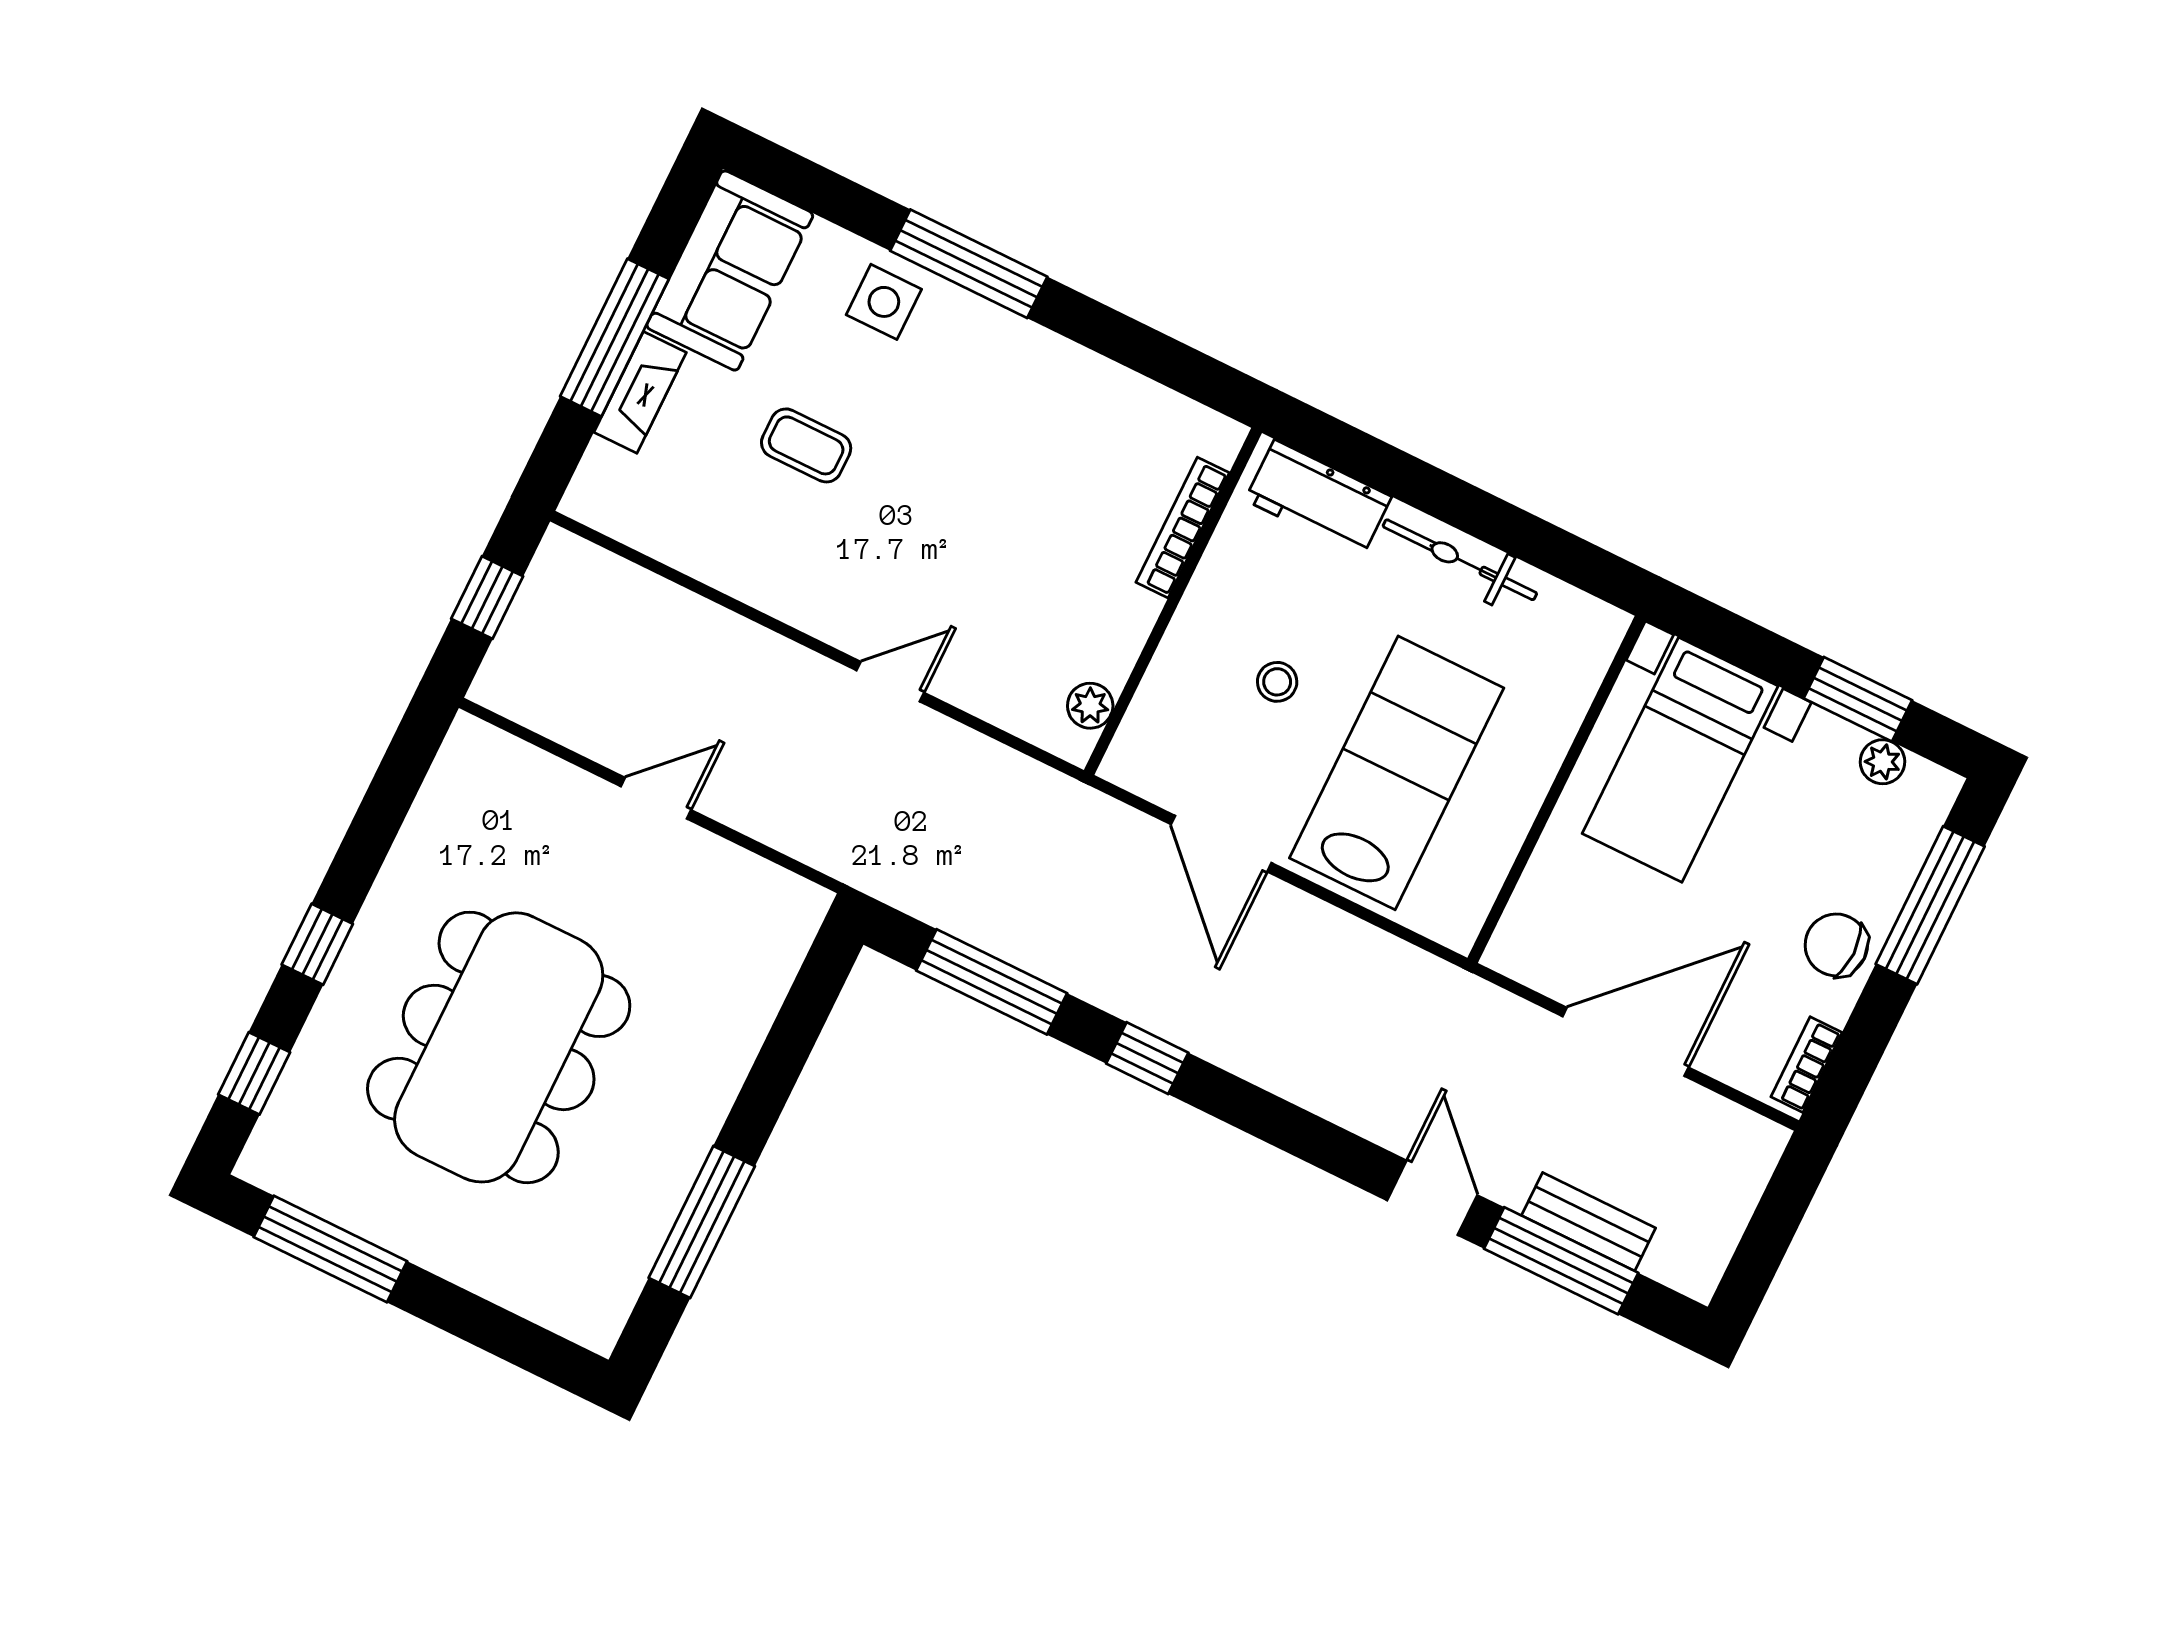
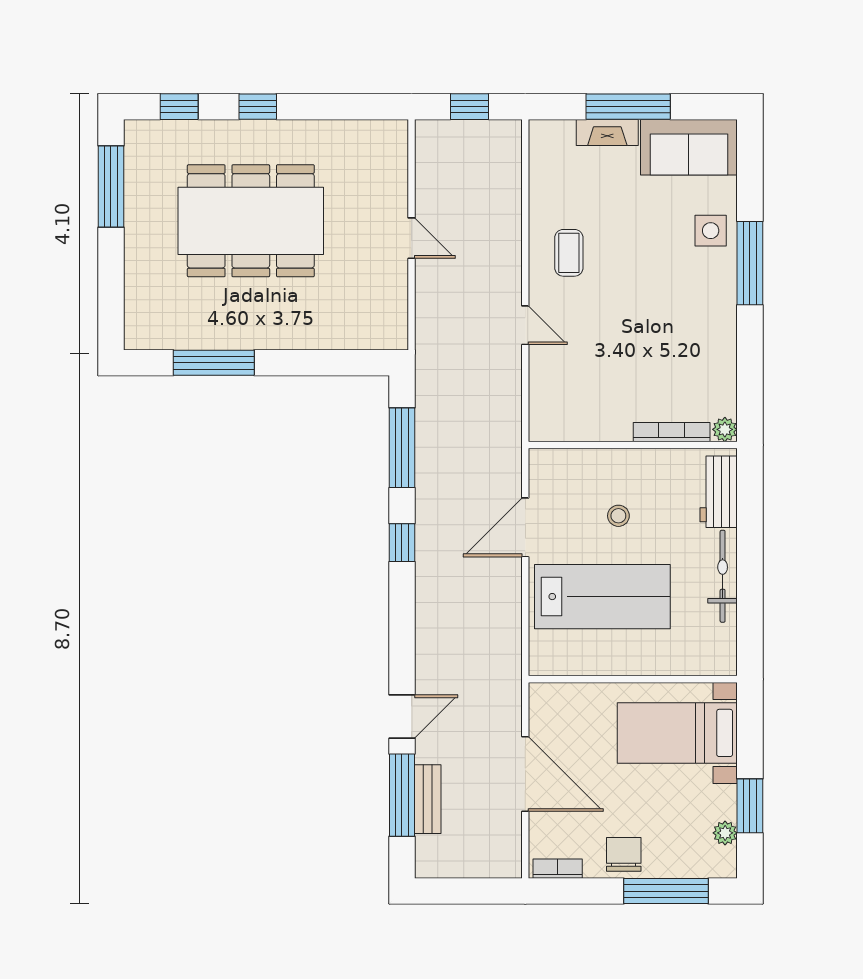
coffee table: (806, 445) -> (569, 253), moved
plant: (1090, 706) -> (725, 429), moved

